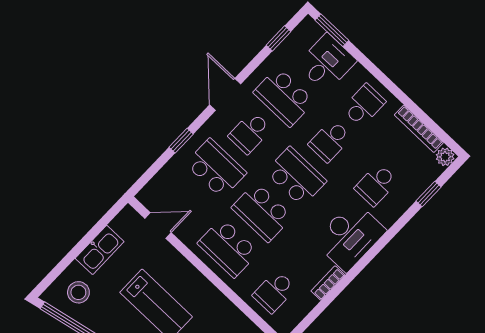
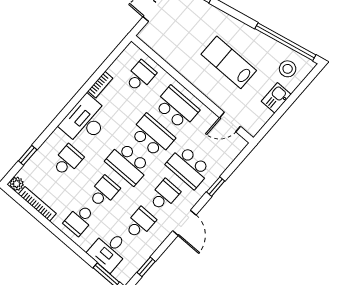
school desk: (284, 97) -> (140, 223), width x0.54
kitchen sink: (100, 250) -> (276, 98), width x0.73

